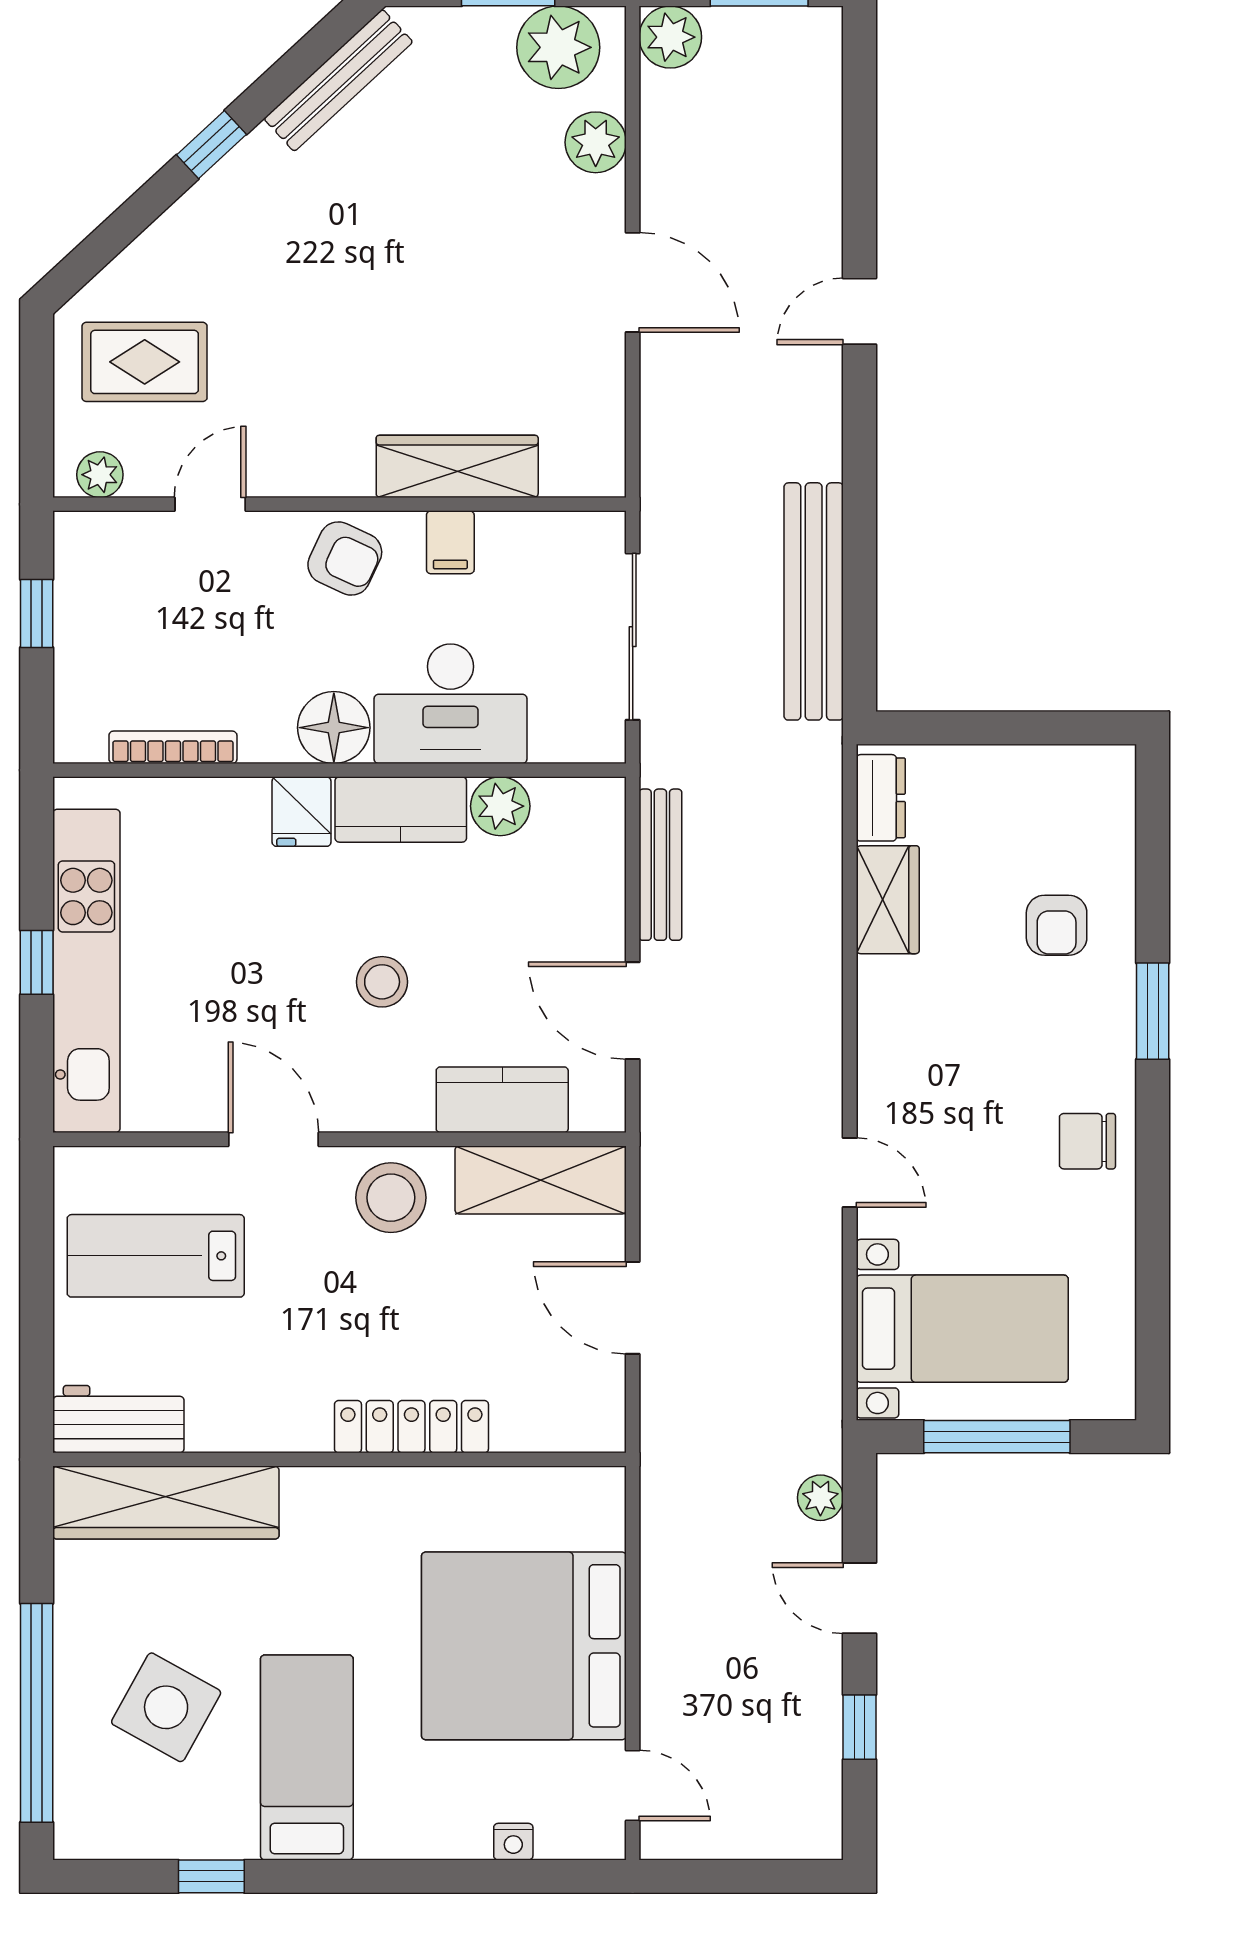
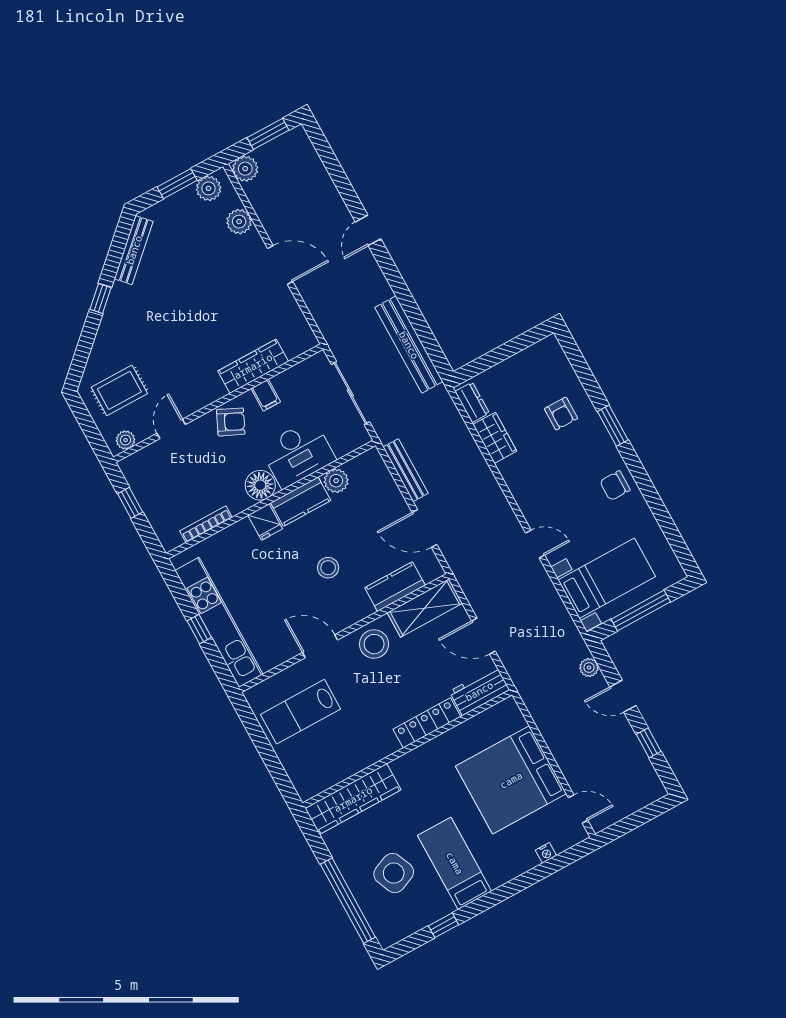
plant: (558, 47) -> (209, 188), width x0.73, depth x0.73
workbench: (118, 1419) -> (479, 691), moved
side table: (166, 1707) -> (394, 873), turned 38

